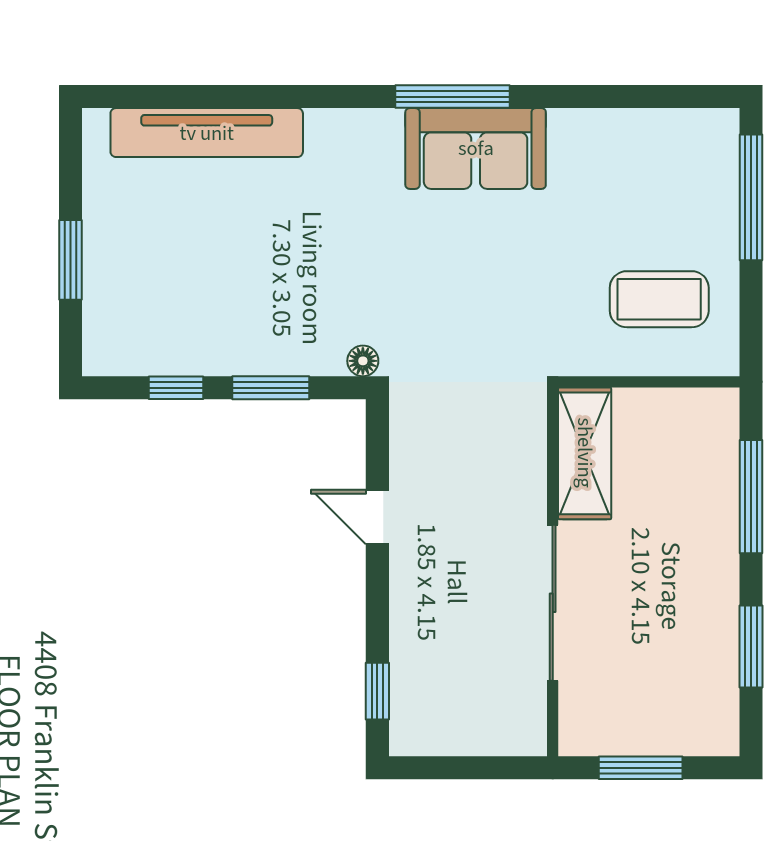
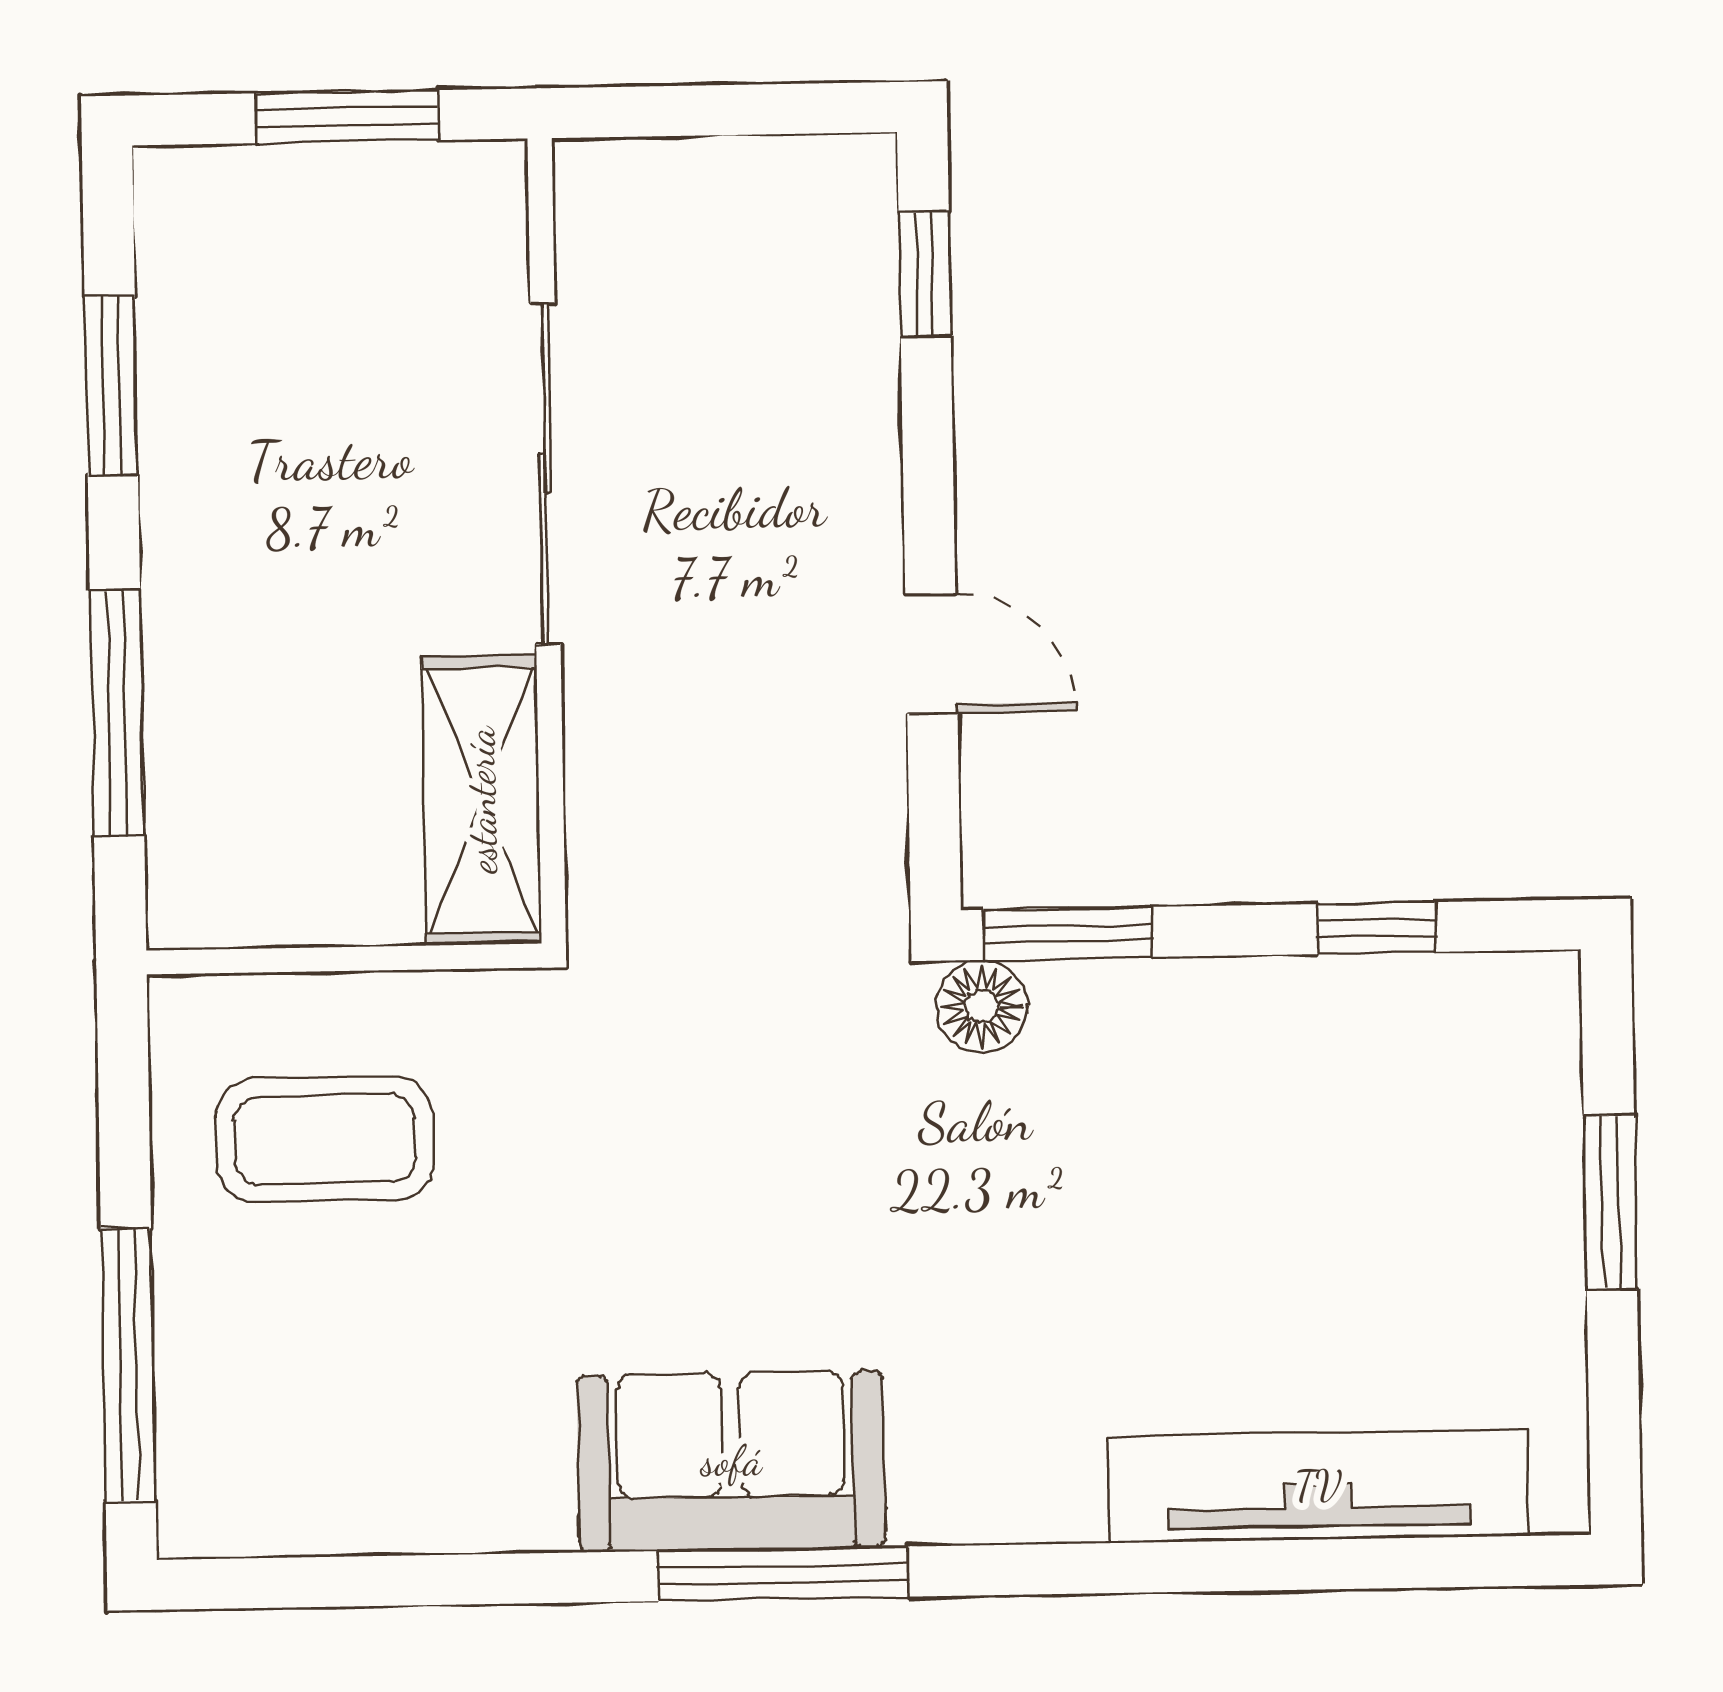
floor lamp: (363, 361) -> (982, 1006), width x1.37, depth x1.37
window: (271, 388) -> (1068, 933), moved

